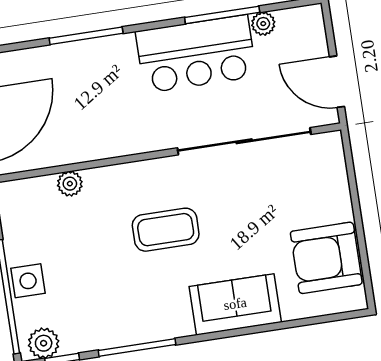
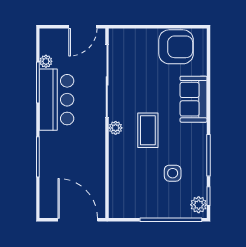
plant: (70, 184) -> (116, 128), moved
armchair: (326, 258) -> (176, 47), turned -90
side table: (28, 281) -> (173, 173), moved

